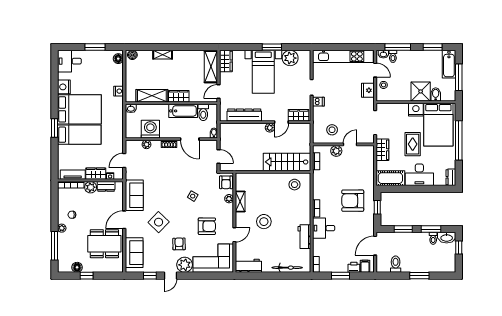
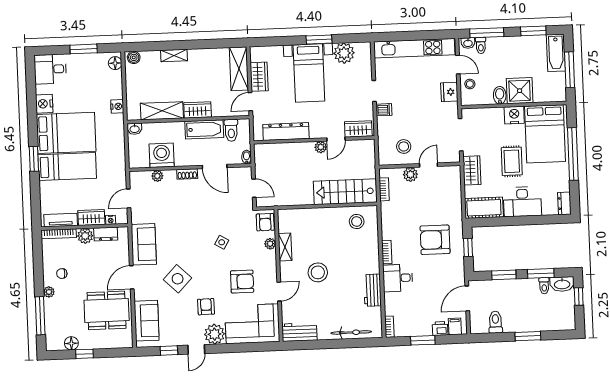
wardrobe: (226, 61) -> (259, 77), moved
bidet: (436, 94) -> (500, 95), moved

